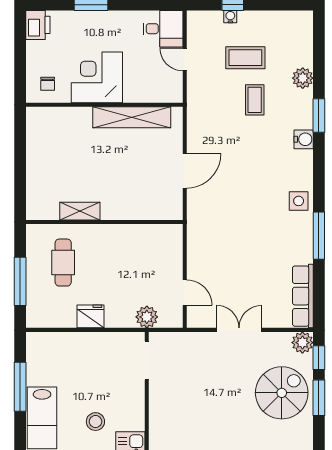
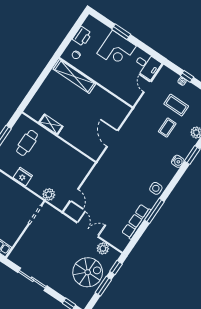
printer: (38, 25) -> (82, 36), moved
corner desk: (97, 77) -> (116, 50), moved, turned 180
shelving: (132, 117) -> (74, 77), moved
door: (185, 171) -> (112, 139), swing flipped
row of seats: (303, 296) -> (136, 222), moved
plant: (302, 343) -> (103, 248), moved

